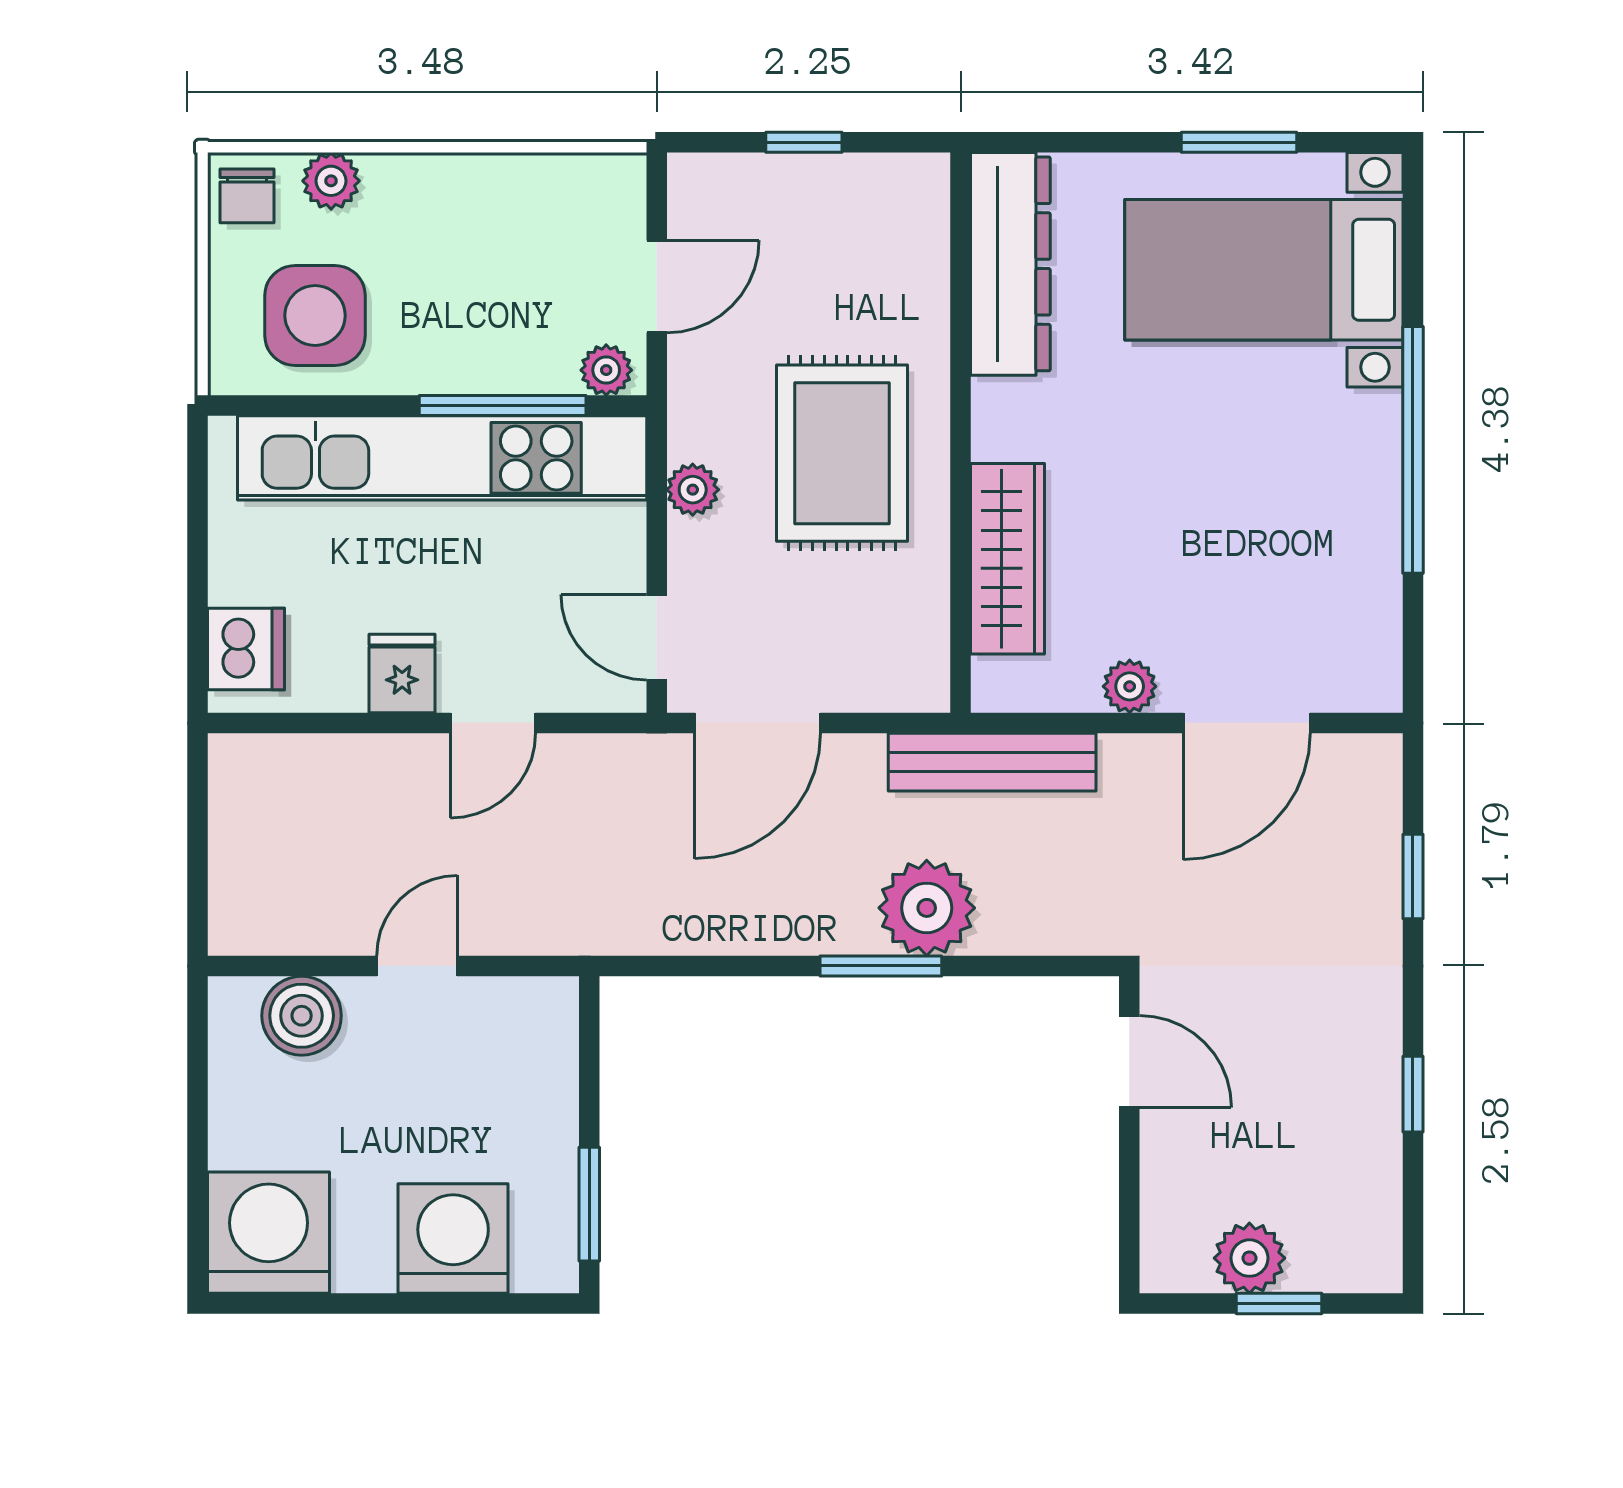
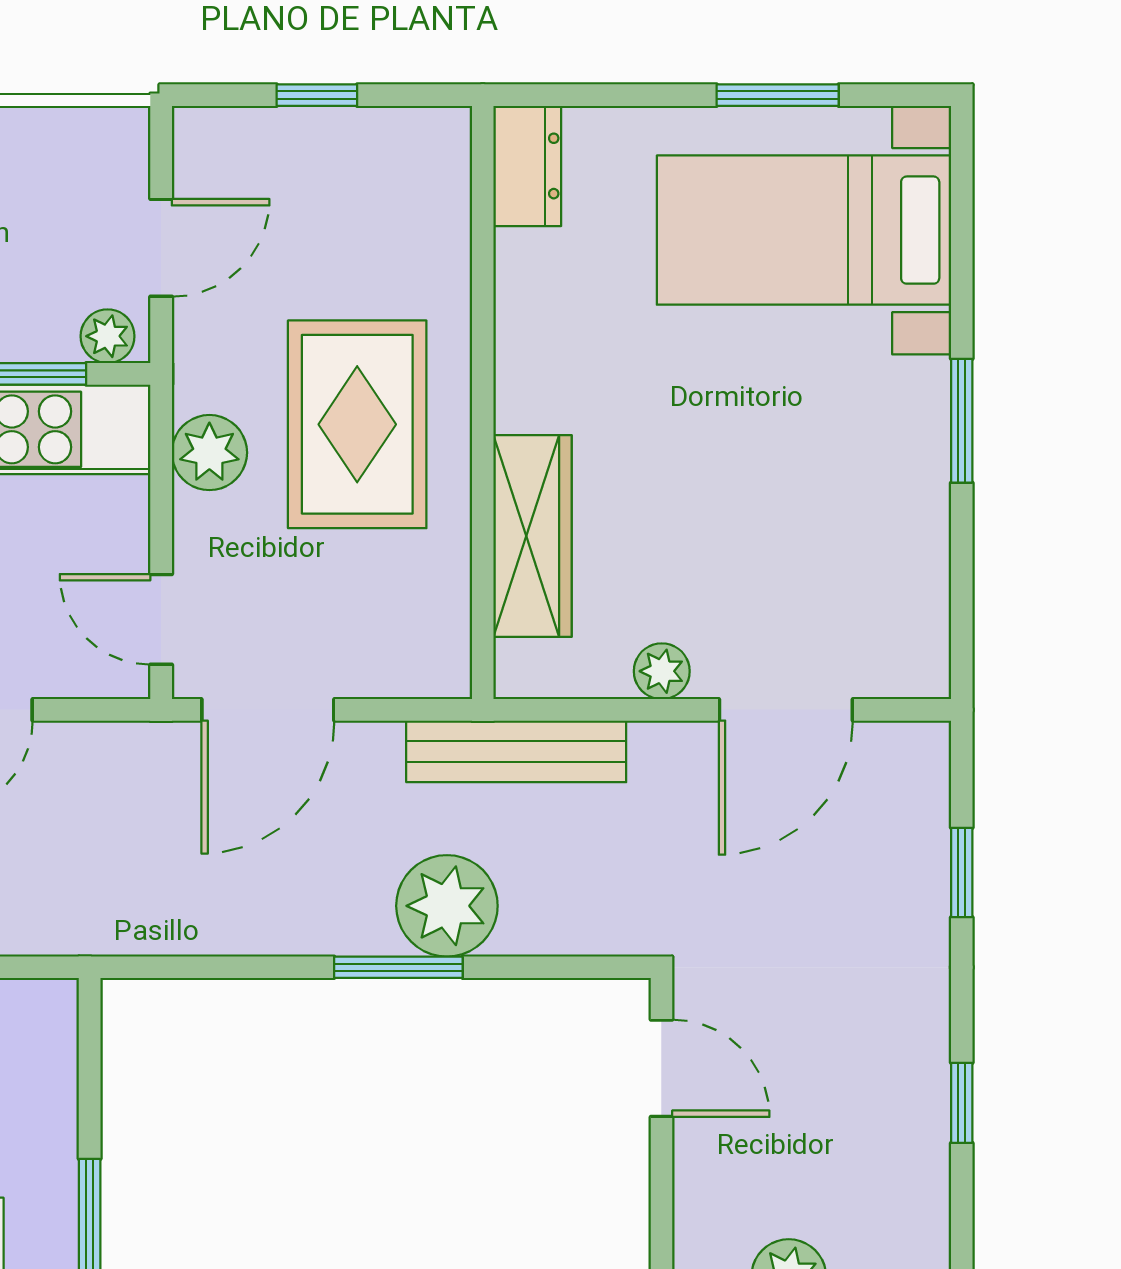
dresser: (1010, 264) -> (527, 166), width x0.51, depth x0.80
window: (1413, 450) -> (962, 421), width x0.47
plant: (693, 490) -> (209, 453), width x1.38, depth x1.38

